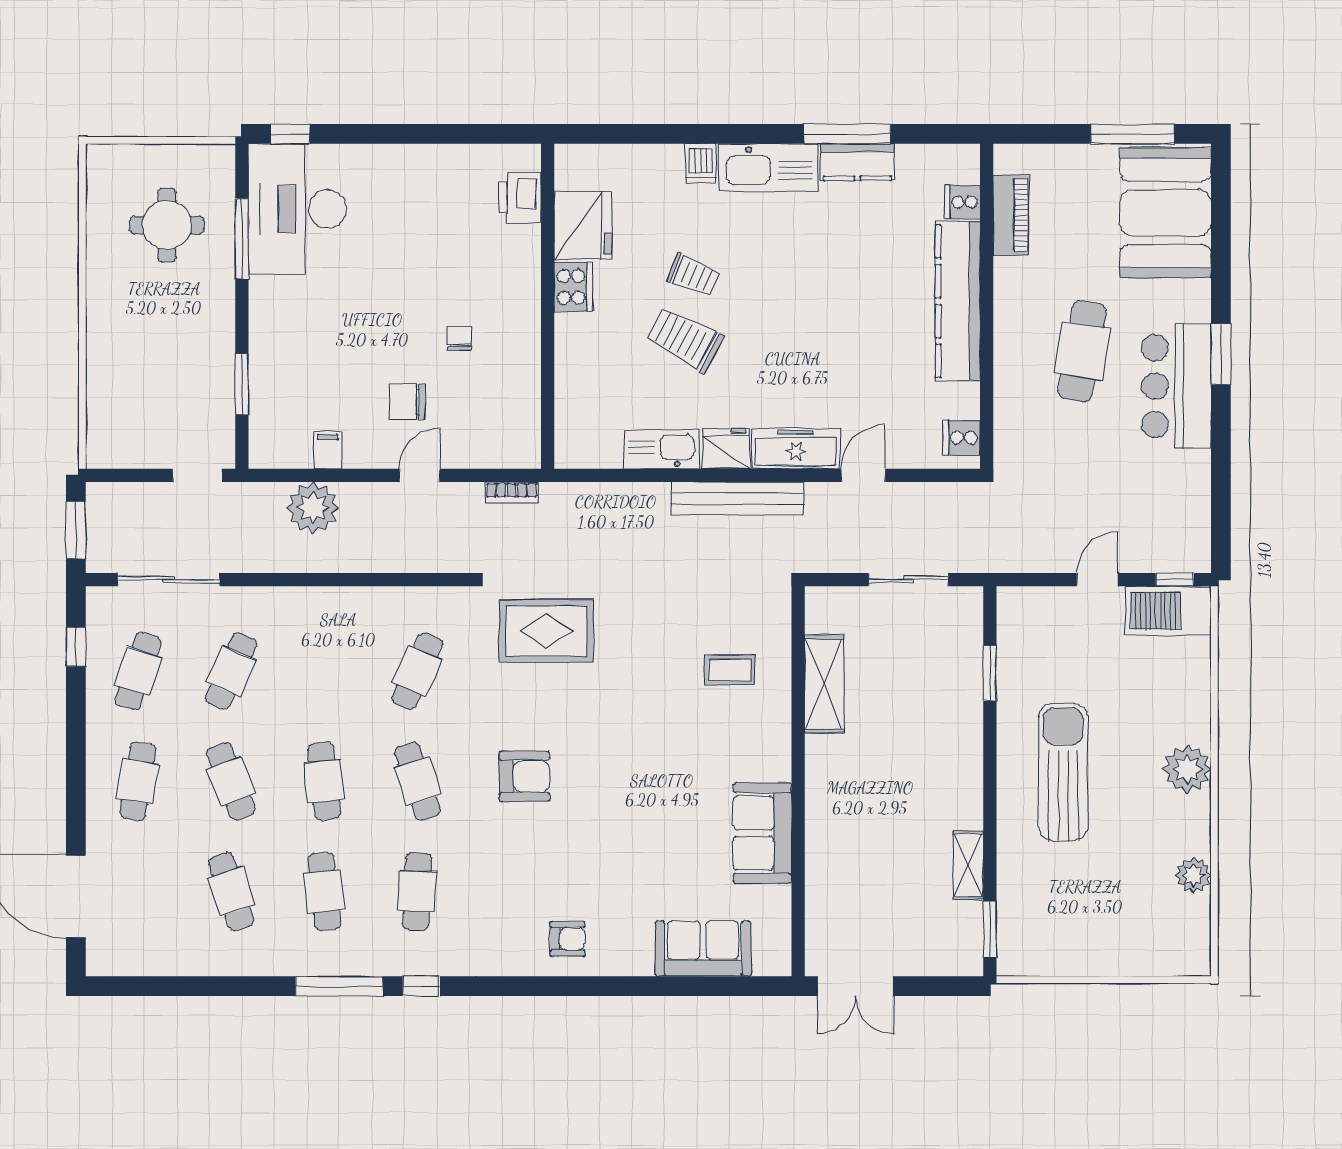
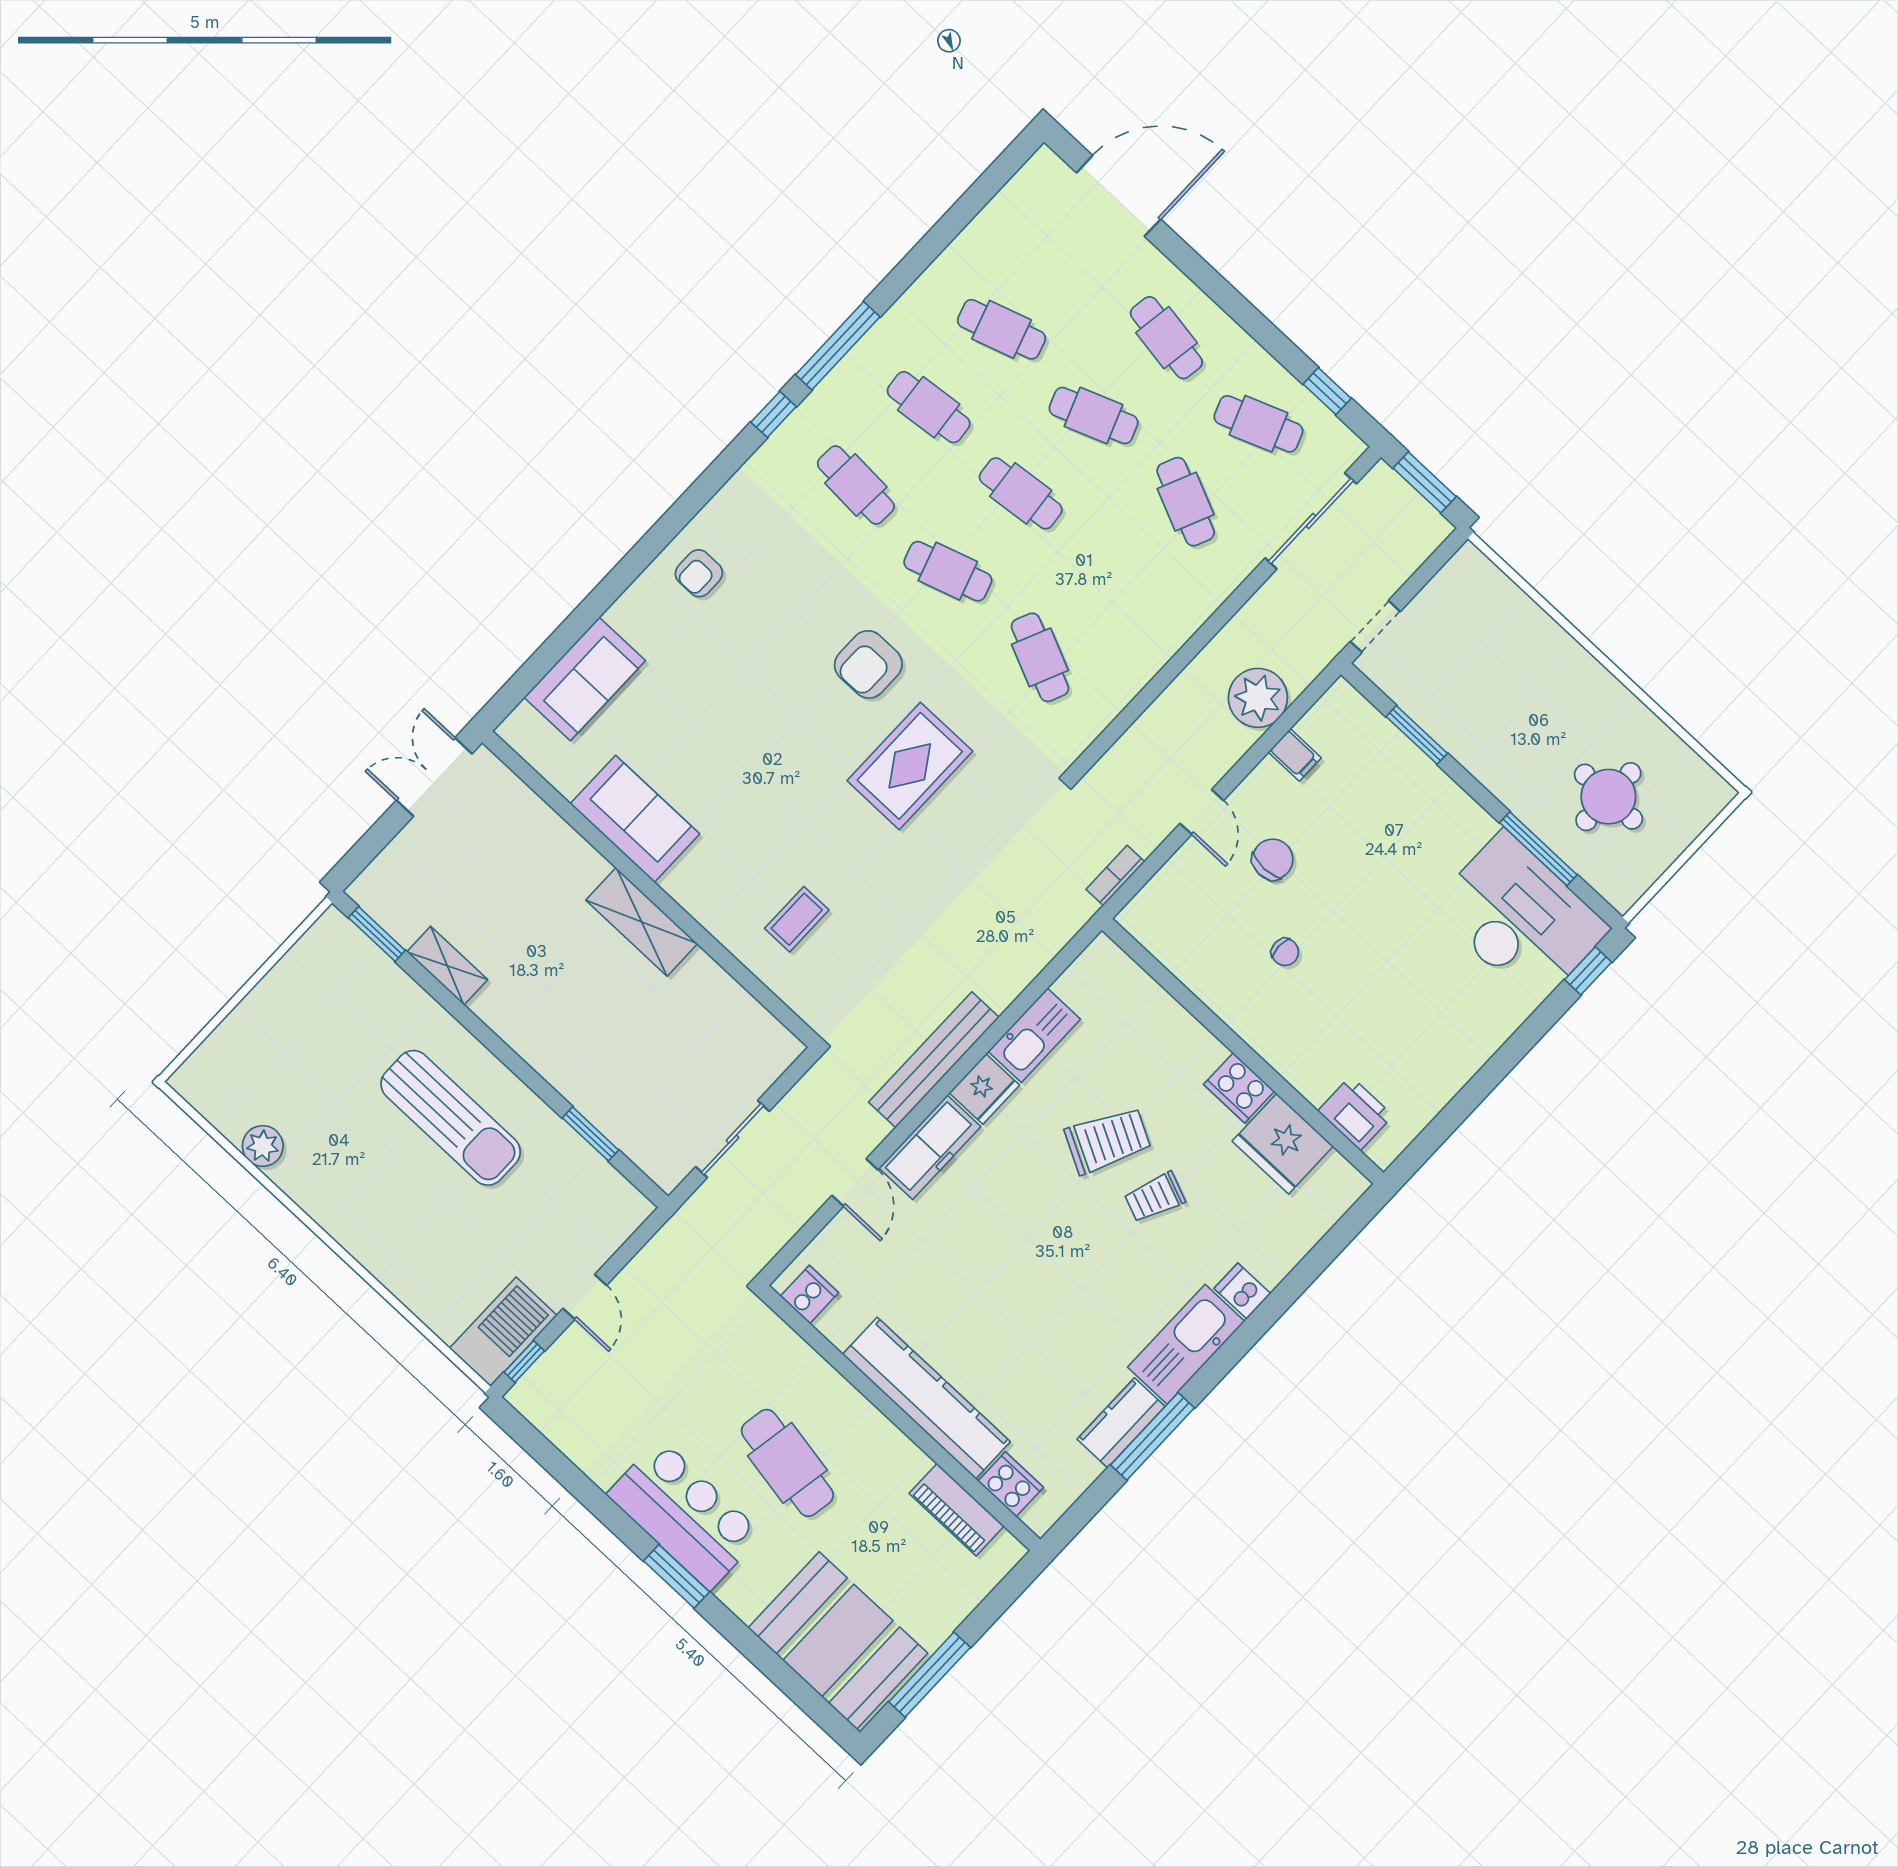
cooker: (963, 202) -> (1011, 1484), width x1.36
rug: (546, 631) -> (910, 766), moved
cafe table: (138, 671) -> (1258, 424), turned -39
shelving: (824, 684) -> (642, 922), moved
plant: (1187, 769) -> (356, 1224), removed

